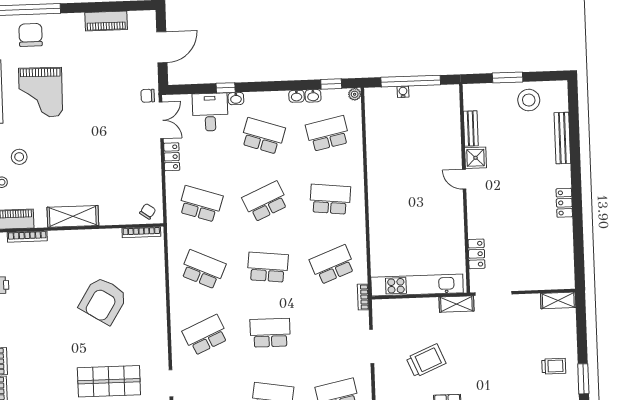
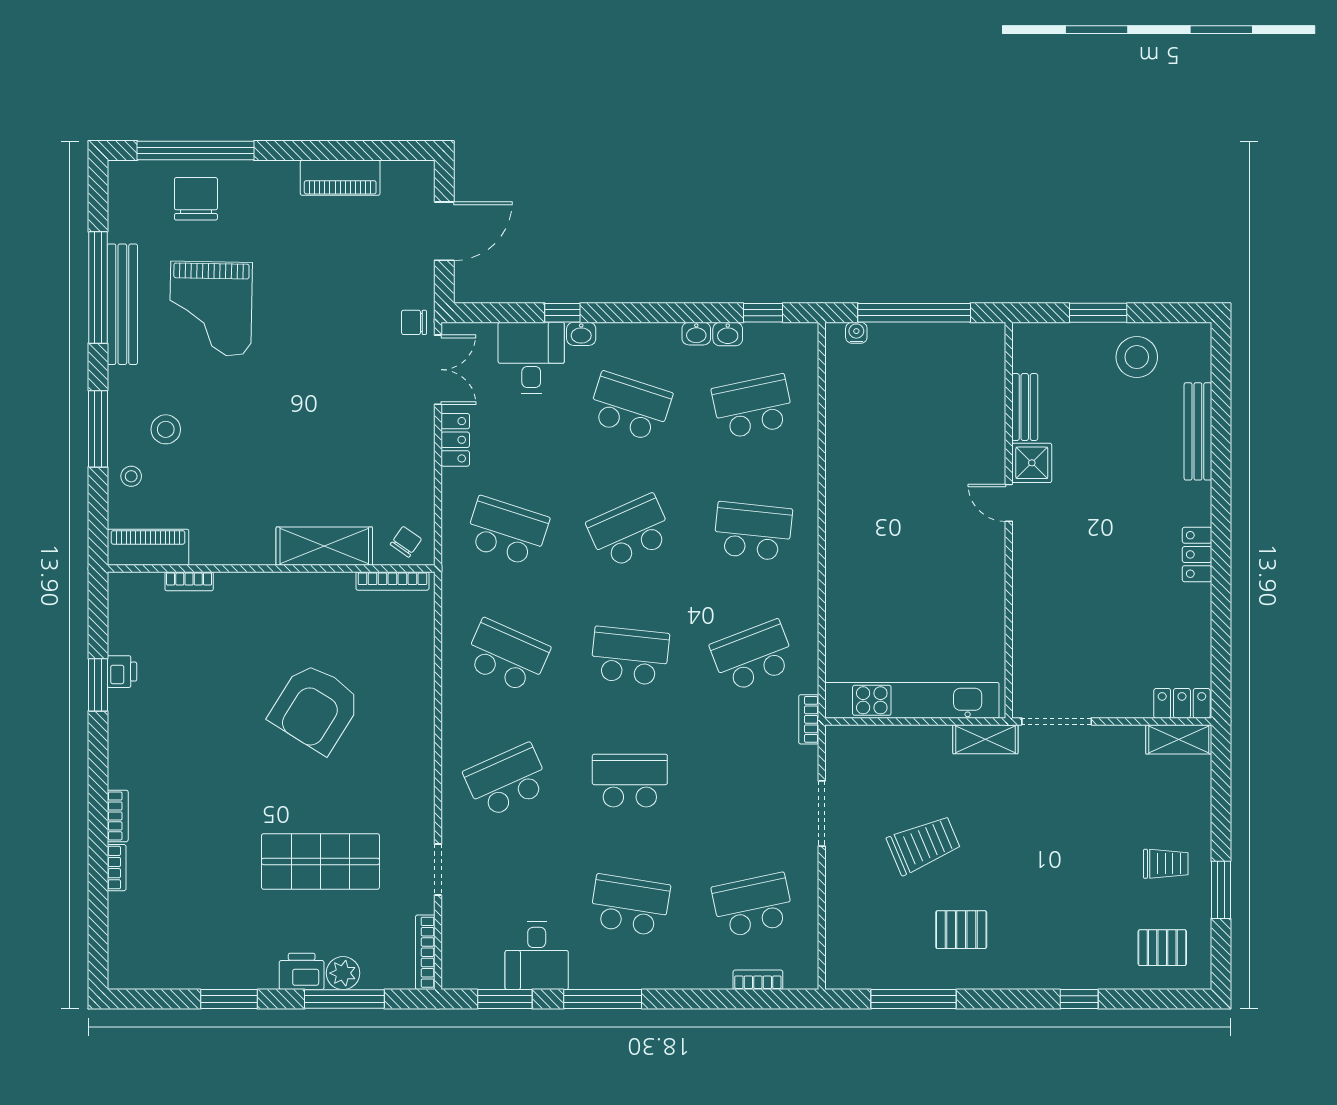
water cooler: (403, 92) -> (856, 333), moved
plant: (355, 94) -> (807, 334), removed
shelving: (73, 216) -> (324, 546), moved
bookcase: (27, 237) -> (189, 581), width x0.64
locker: (477, 254) -> (1182, 703), moved, turned -90

